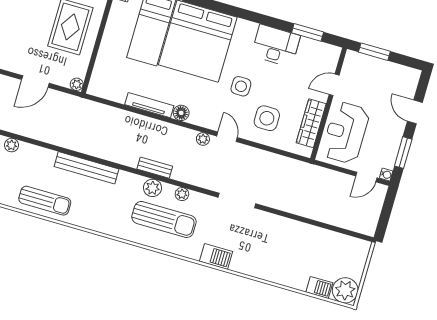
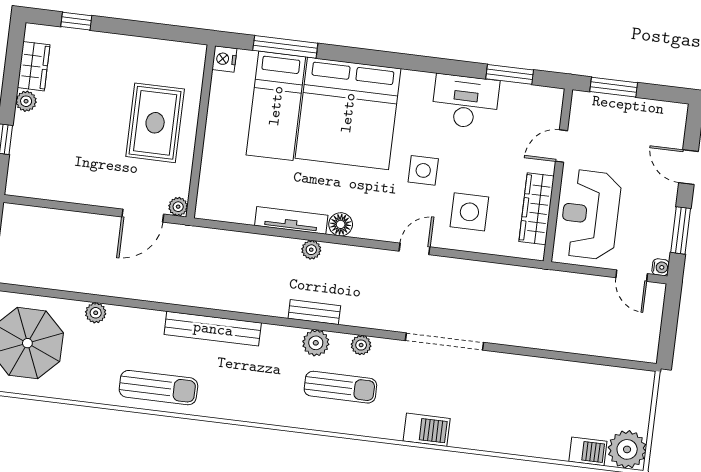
door: (35, 81) -> (143, 216), moved
door: (227, 137) -> (415, 249), hinge flipped
plant: (203, 139) -> (311, 250), moved
door: (366, 177) -> (632, 276), hinge flipped
doorway: (237, 200) -> (445, 341), width x1.36
sun lounger: (164, 219) -> (340, 387), width x0.73, depth x0.75

